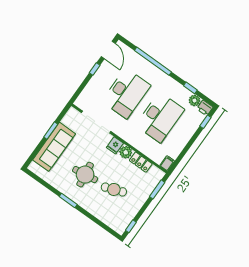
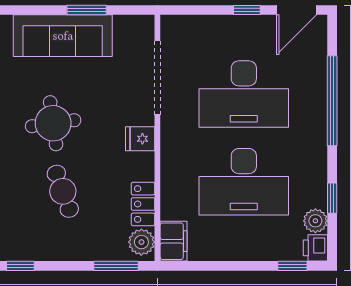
plant: (126, 152) -> (141, 242), moved
filing cabinet: (167, 163) -> (174, 241), width x2.00

